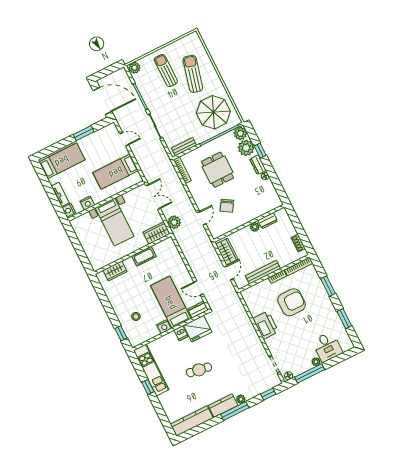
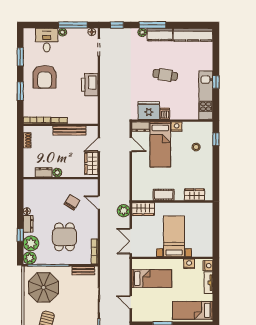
door: (201, 218) -> (99, 203), hinge flipped
armchair: (292, 302) -> (45, 77), moved, turned -90

